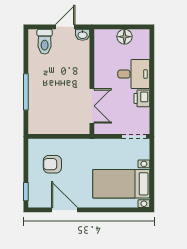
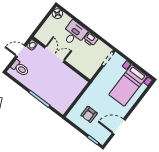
door: (65, 27) -> (21, 51), hinge flipped
floor lamp: (124, 37) -> (57, 14), moved
double door: (92, 106) -> (54, 54), moved

